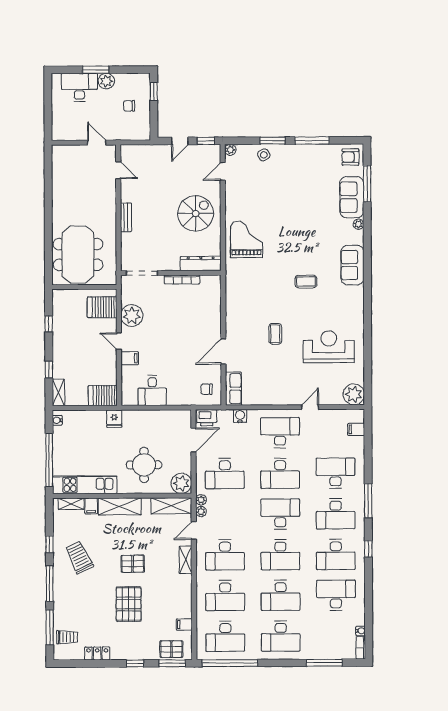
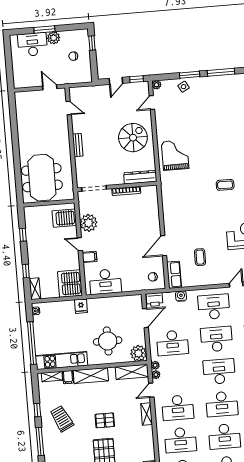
coffee table: (275, 334) -> (200, 257), moved
desk: (152, 390) -> (105, 282), width x1.37
server rack: (103, 396) -> (70, 284), width x1.60
desk: (280, 473) -> (217, 339), turned 180

